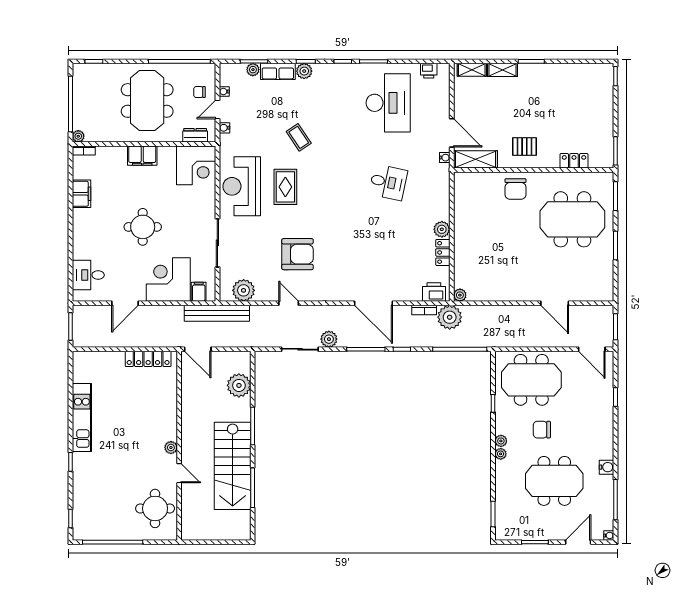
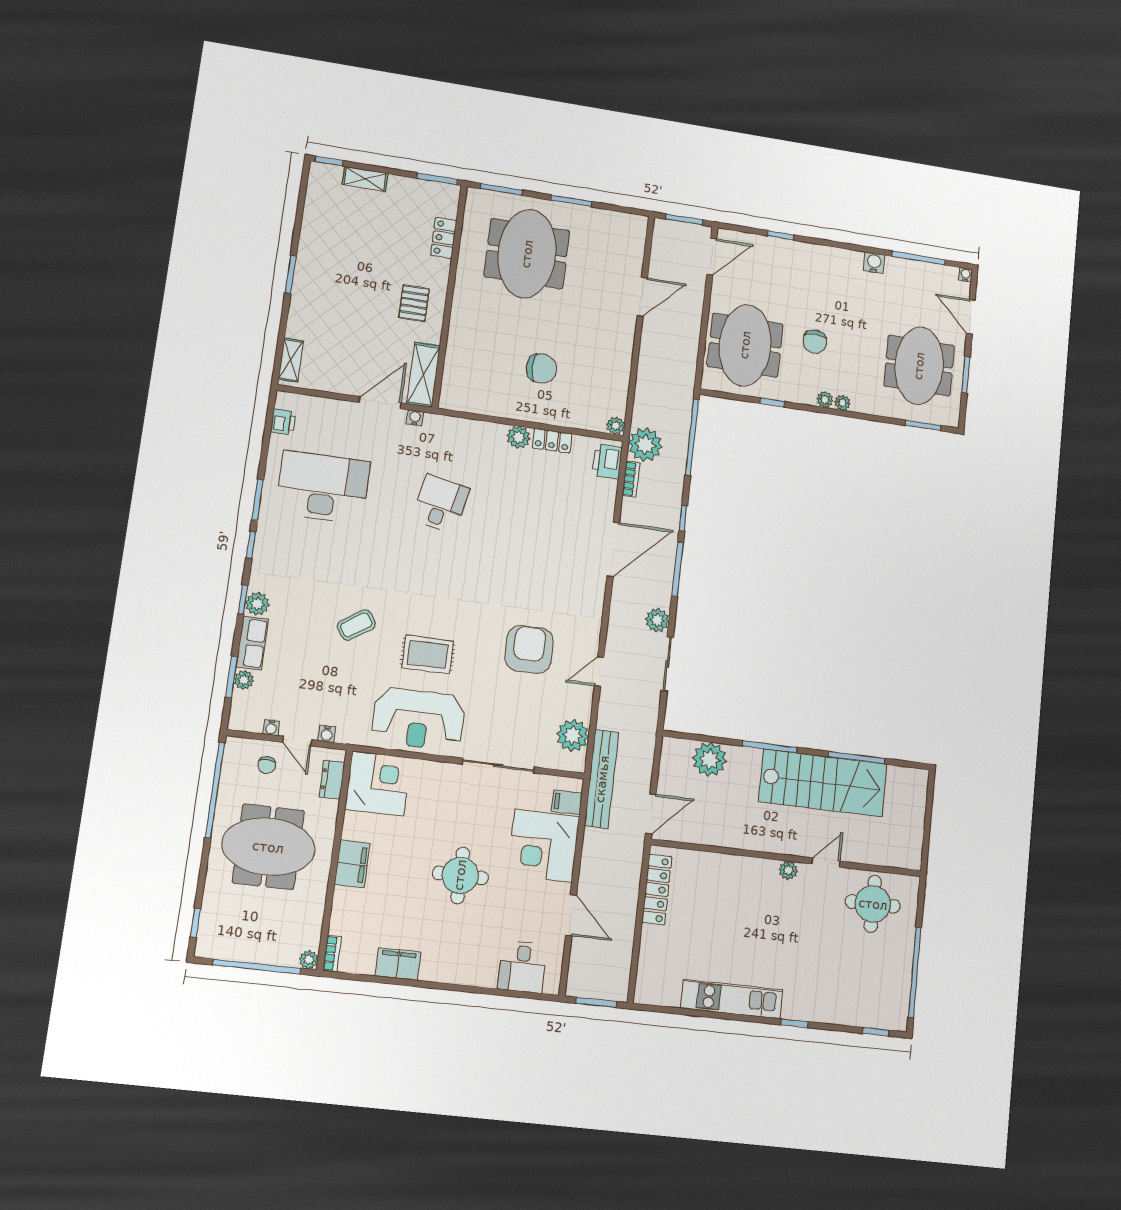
shelving: (502, 70) -> (365, 179), moved, turned 90
chair: (515, 189) -> (542, 368), moved
meeting table: (554, 481) -> (919, 366), moved

